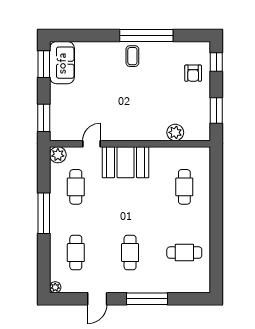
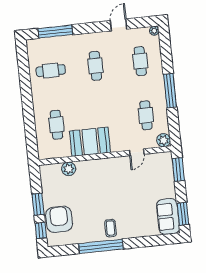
armchair: (193, 73) -> (59, 219), width x1.88, depth x1.88
window: (216, 110) -> (38, 204), moved
booth: (126, 162) -> (90, 142), moved
window: (147, 299) -> (55, 32), moved

